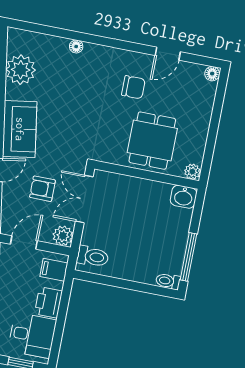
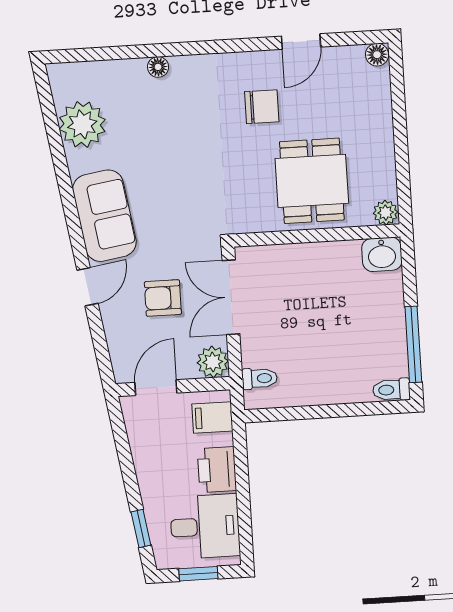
toilet: (93, 257) -> (260, 378), width x0.73, depth x0.72

